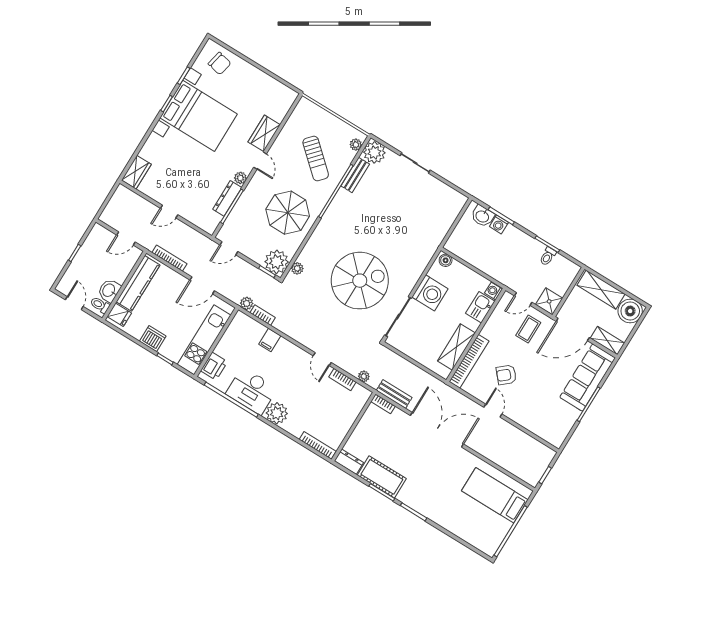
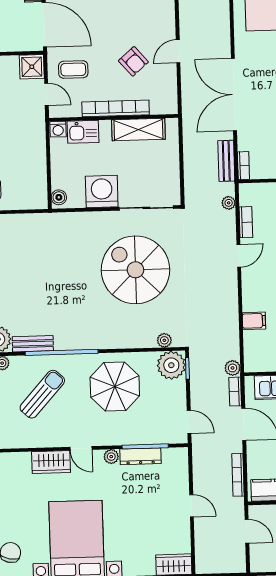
door: (260, 161) -> (81, 448), swing flipped
bookcase: (263, 315) -> (235, 392), moved
bookcase: (469, 361) -> (116, 108), moved

